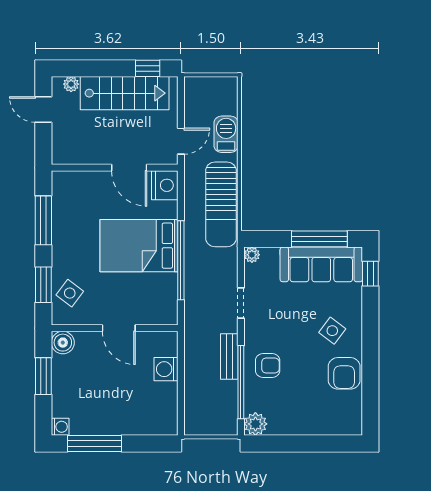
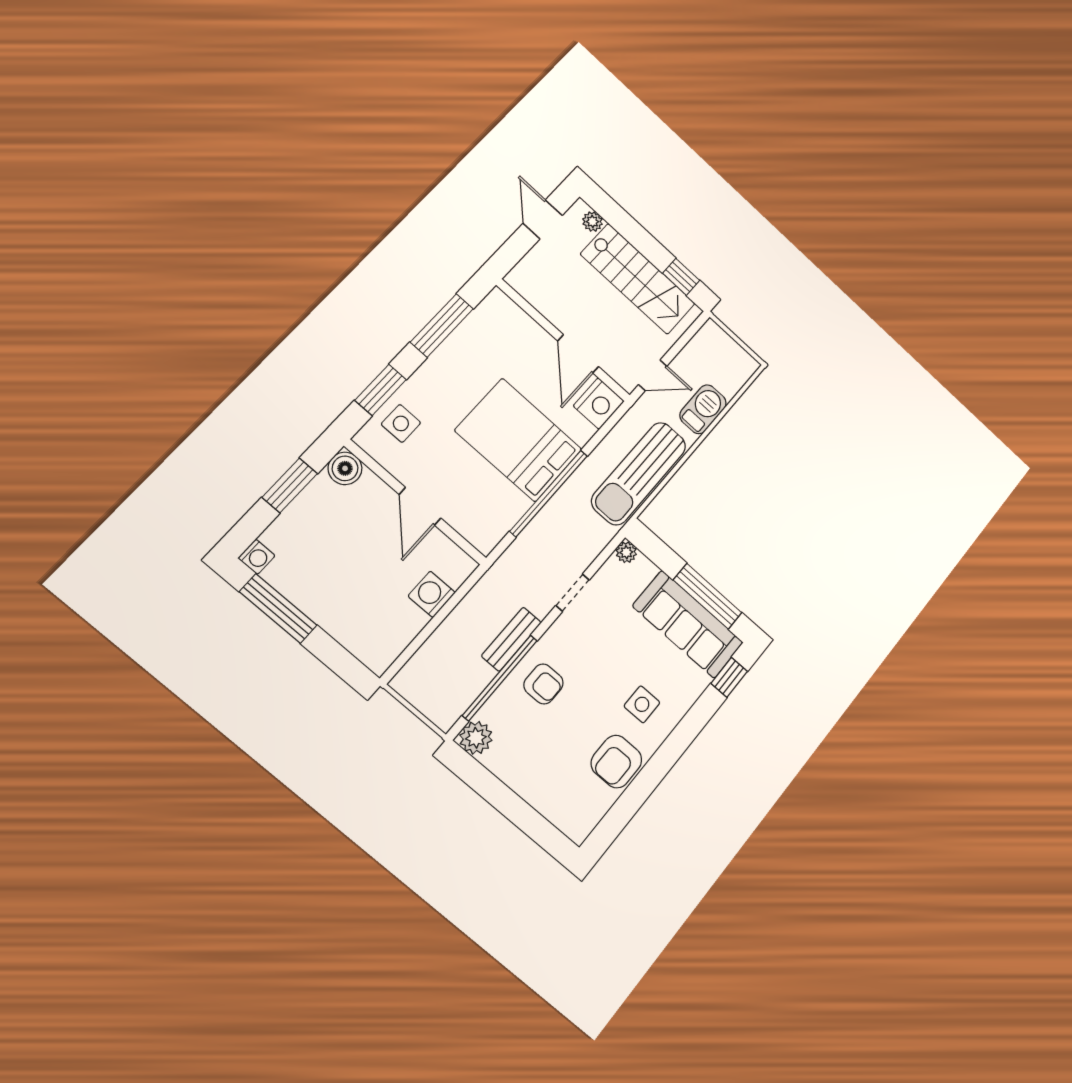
side table: (70, 293) -> (401, 423), turned -37
side table: (332, 331) -> (642, 704), turned -37

